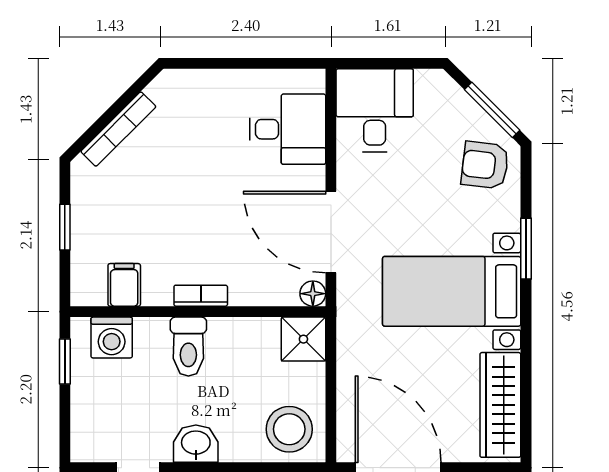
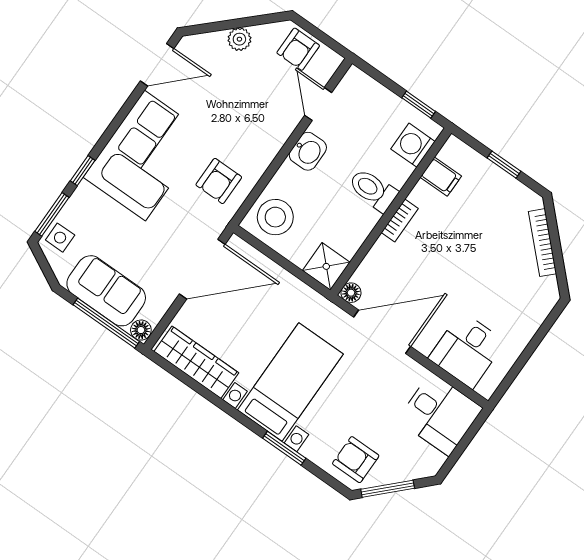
armchair: (485, 165) -> (356, 460), turned -97

